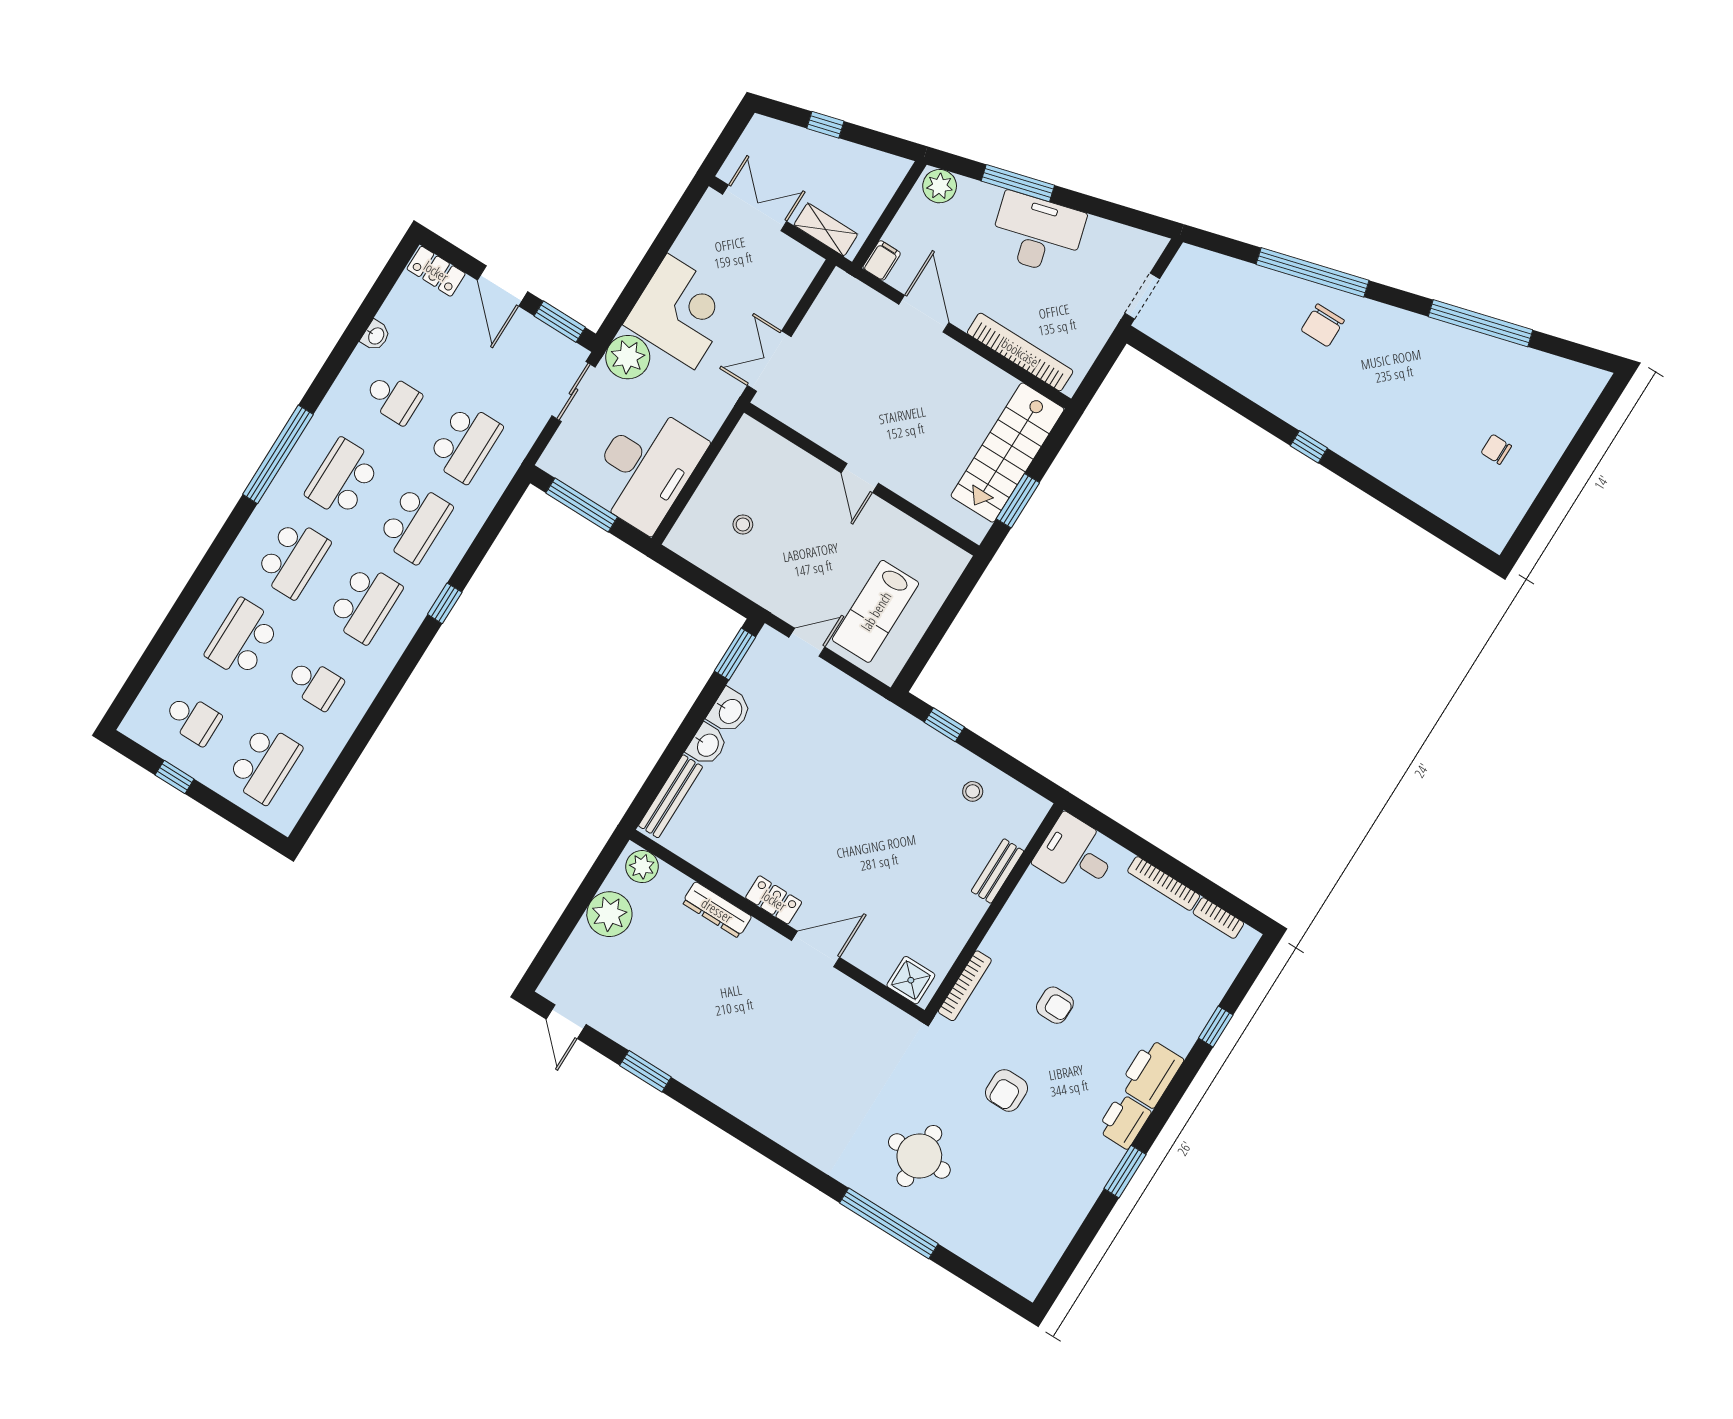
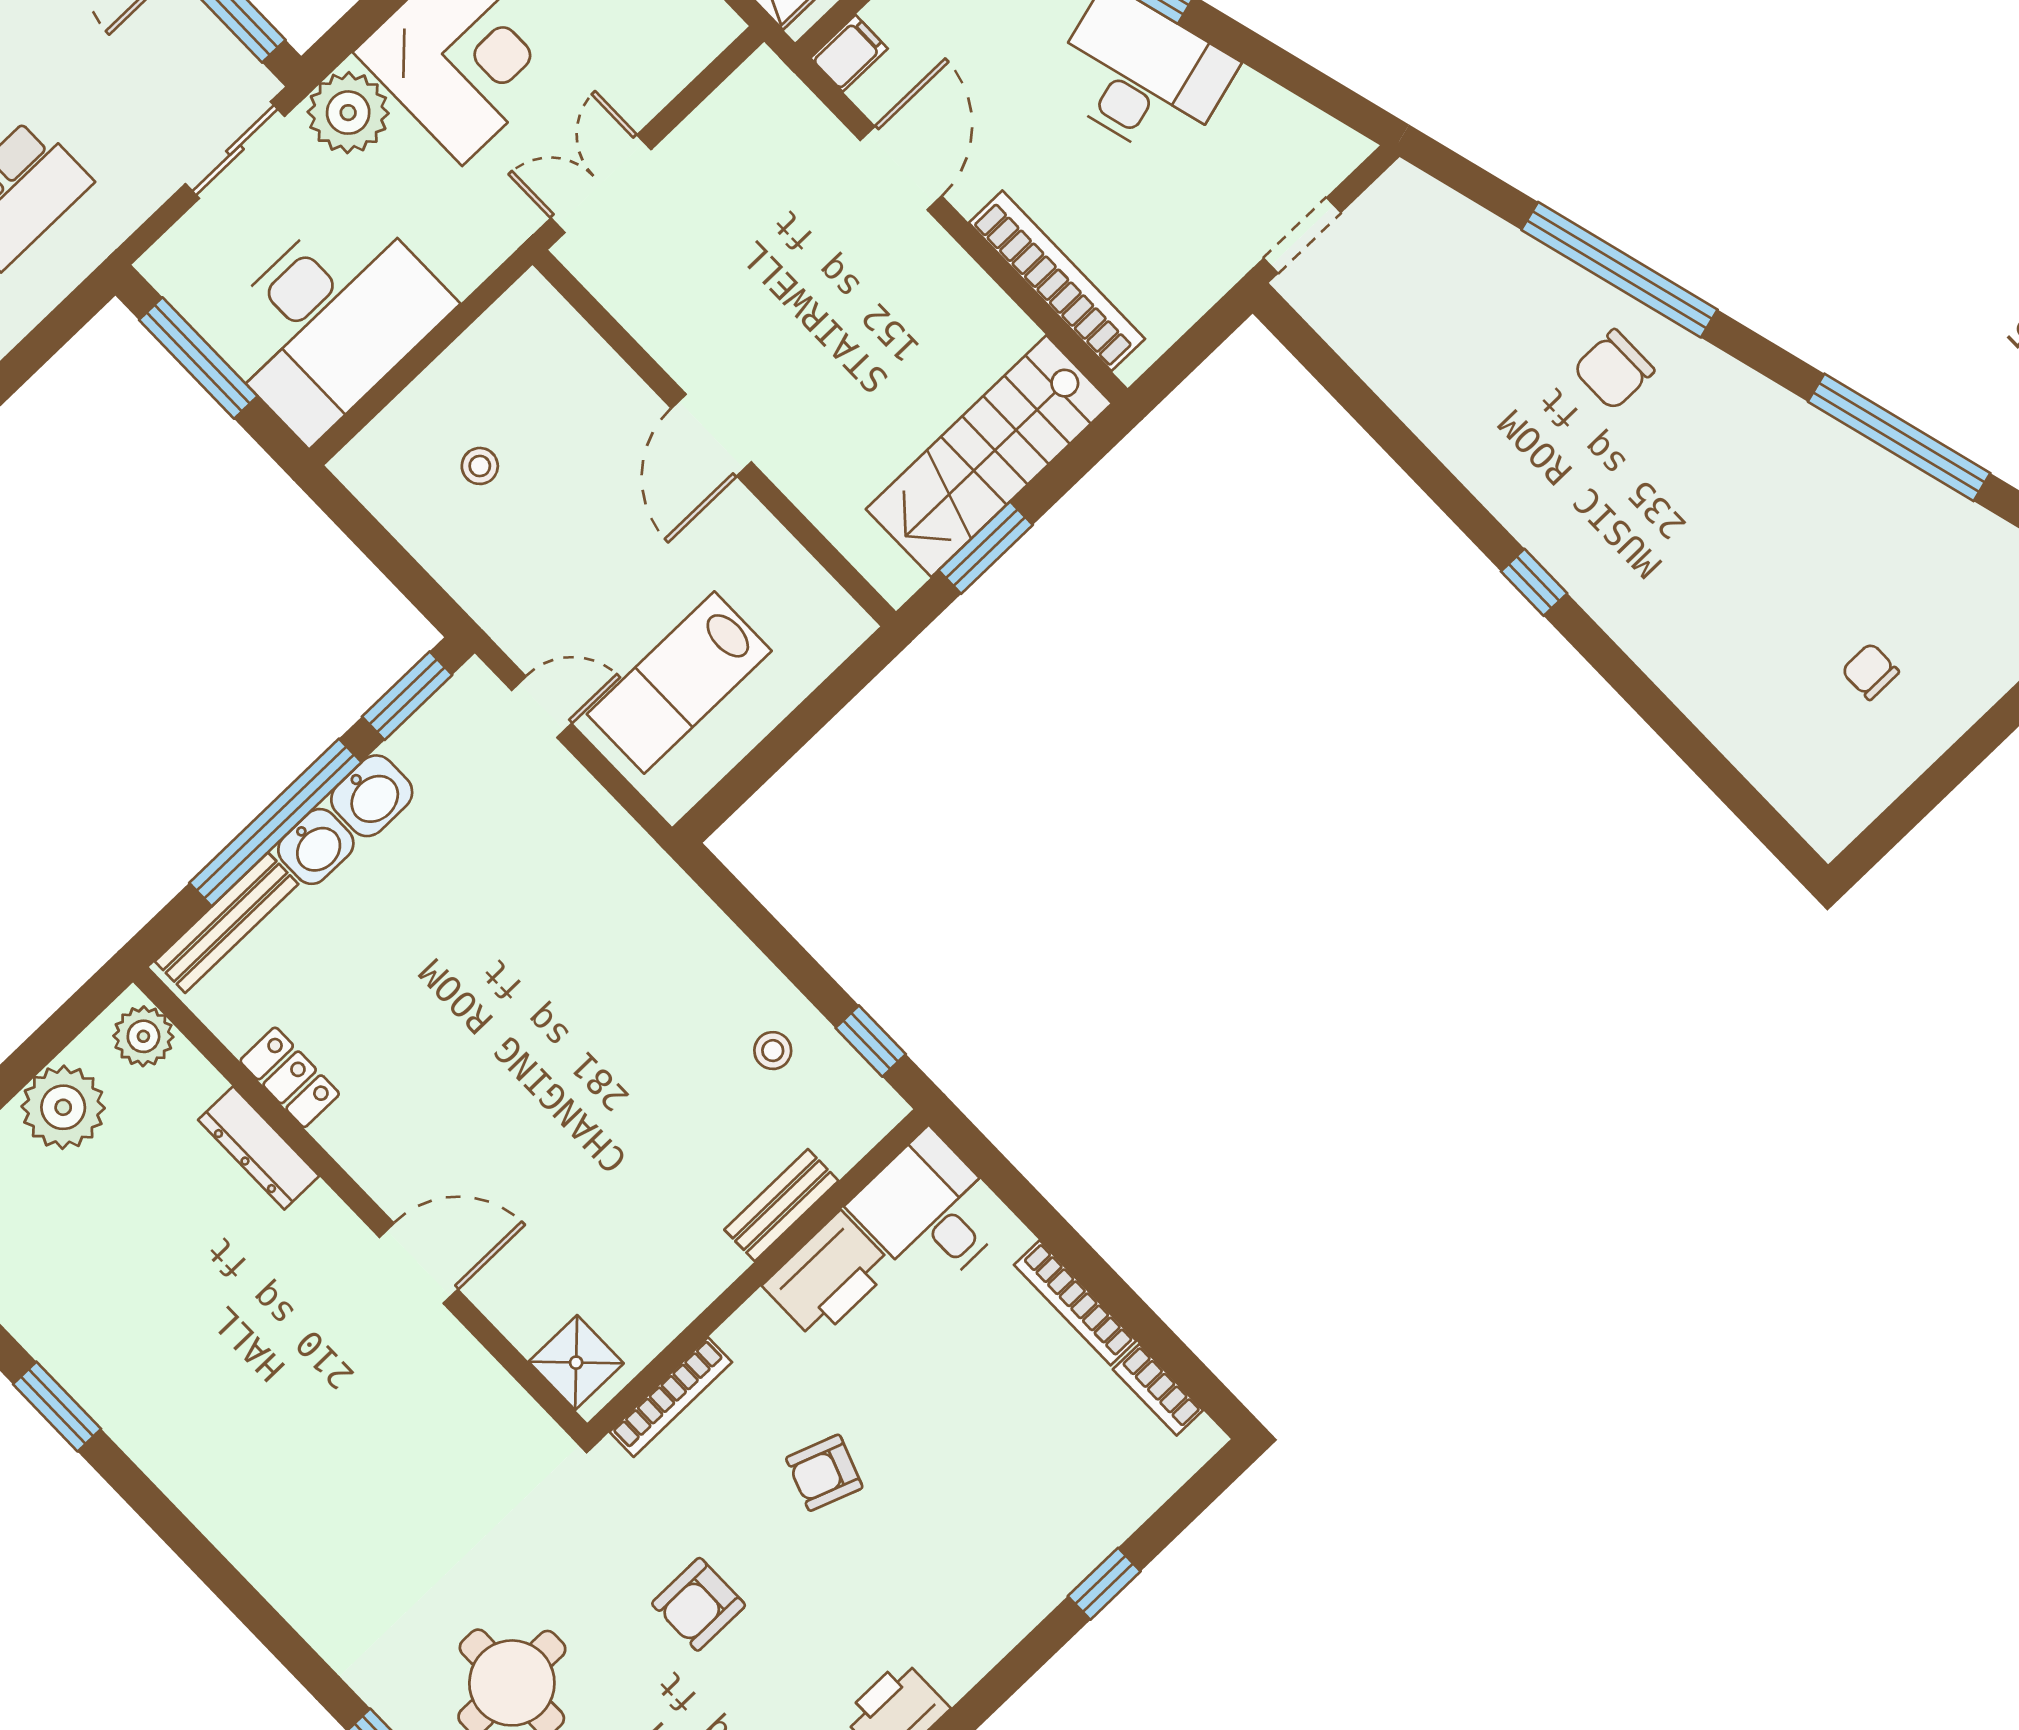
door: (860, 478) -> (711, 435), width x1.38
window: (944, 725) -> (871, 1041), moved
window: (683, 738) -> (275, 823), added
locker: (774, 900) -> (290, 1077), moved
armchair: (1055, 1005) -> (824, 1473), turned 110
printer: (1151, 1073) -> (828, 1276), moved, turned 180

